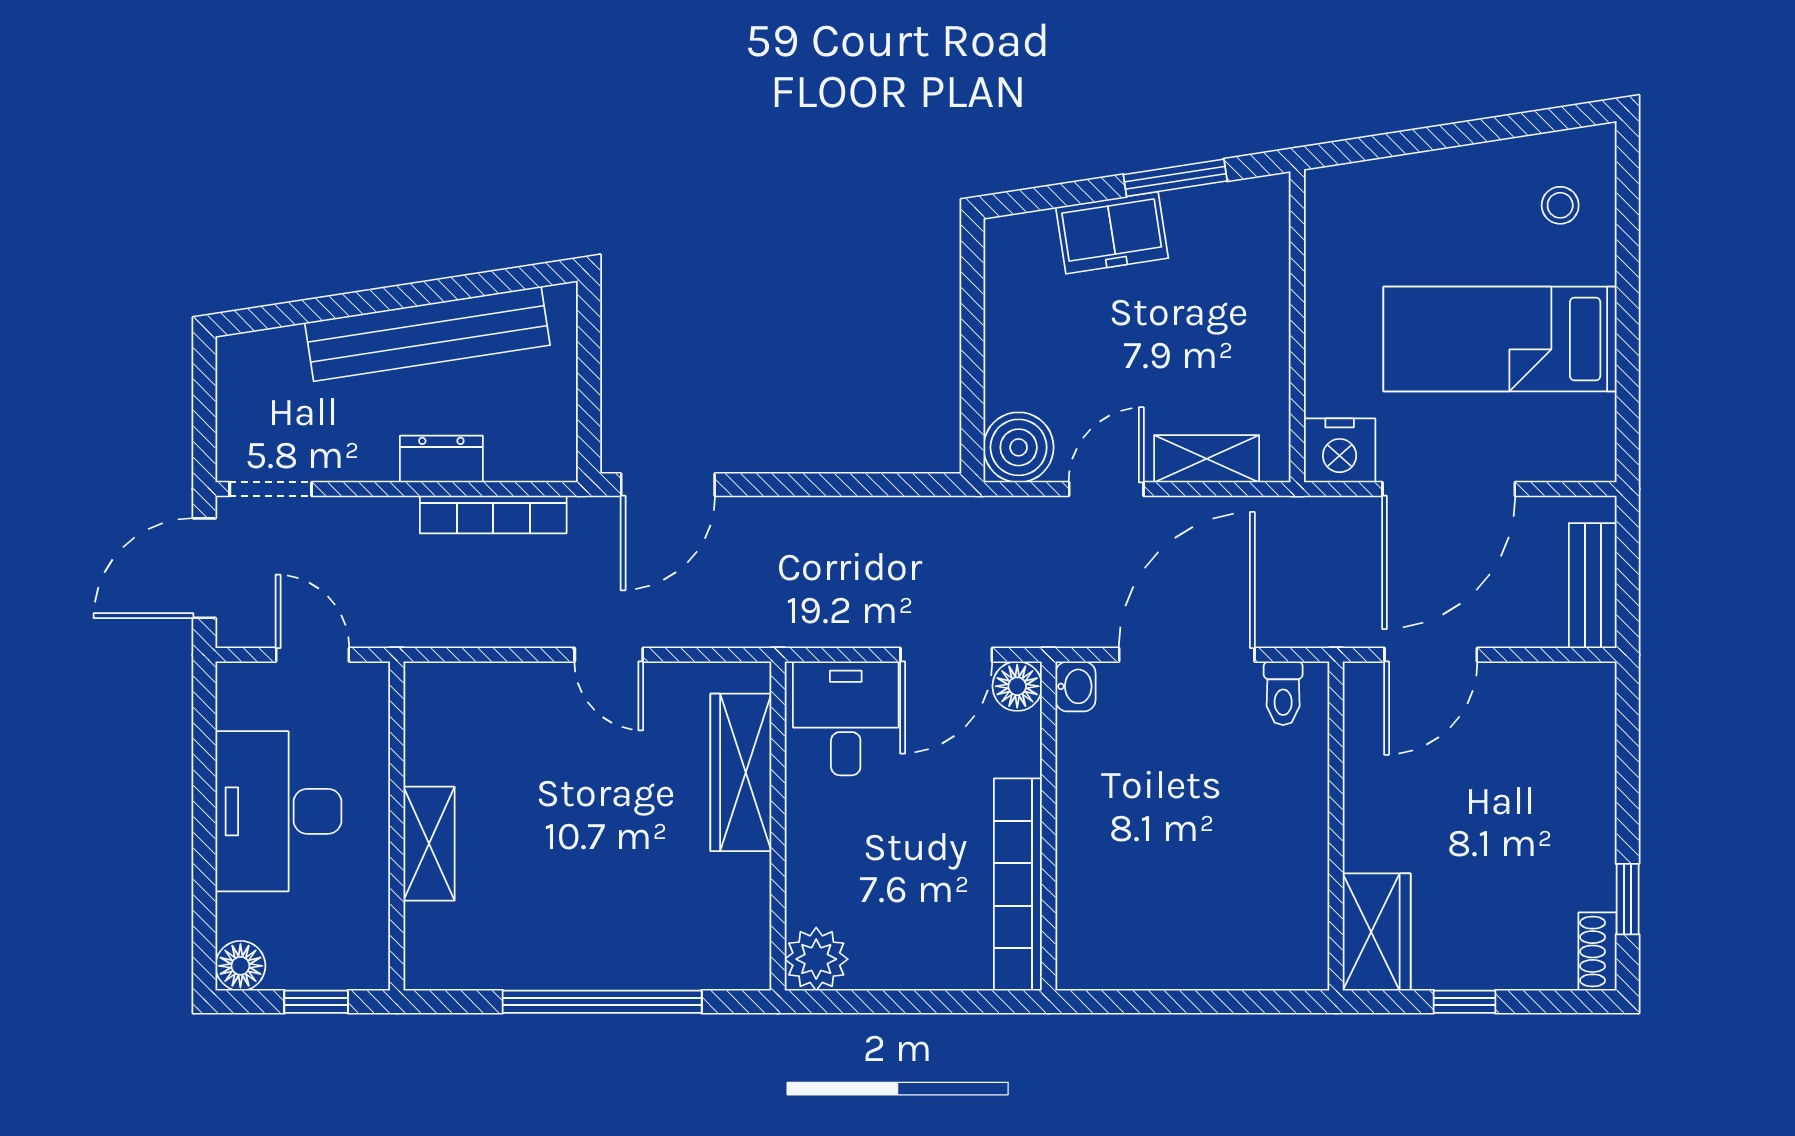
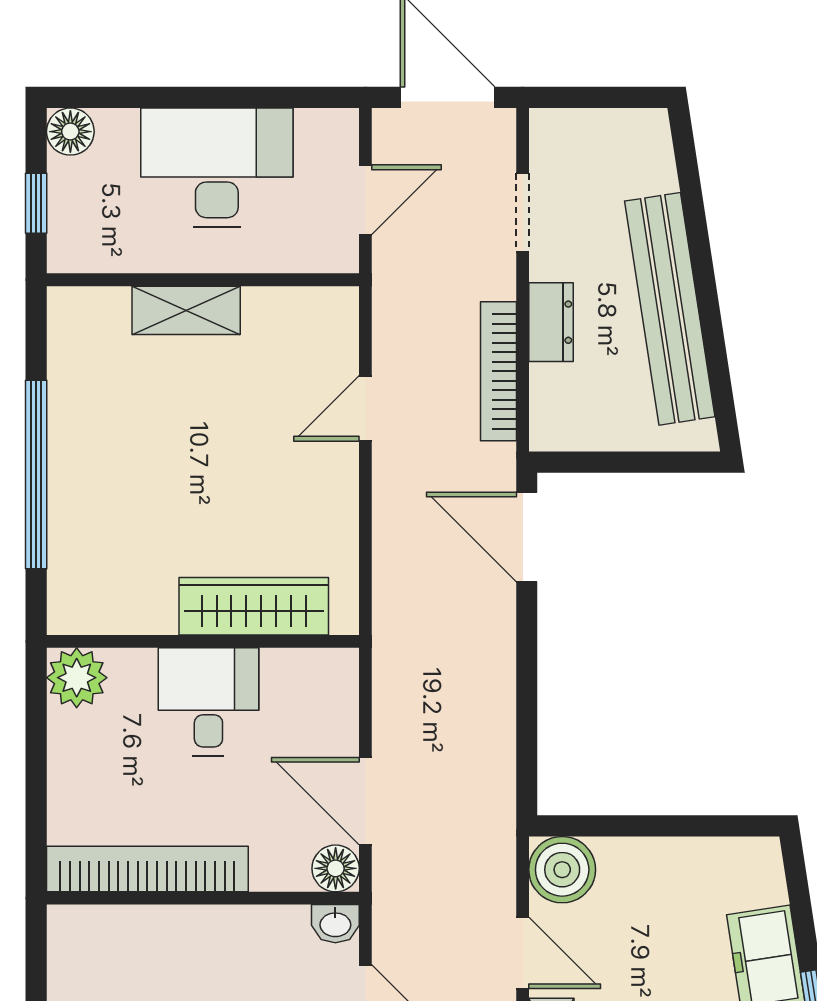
doorway: (271, 489) -> (523, 212), moved
door: (609, 655) -> (365, 408), moved
desk: (846, 718) -> (208, 702), moved, turned -90

